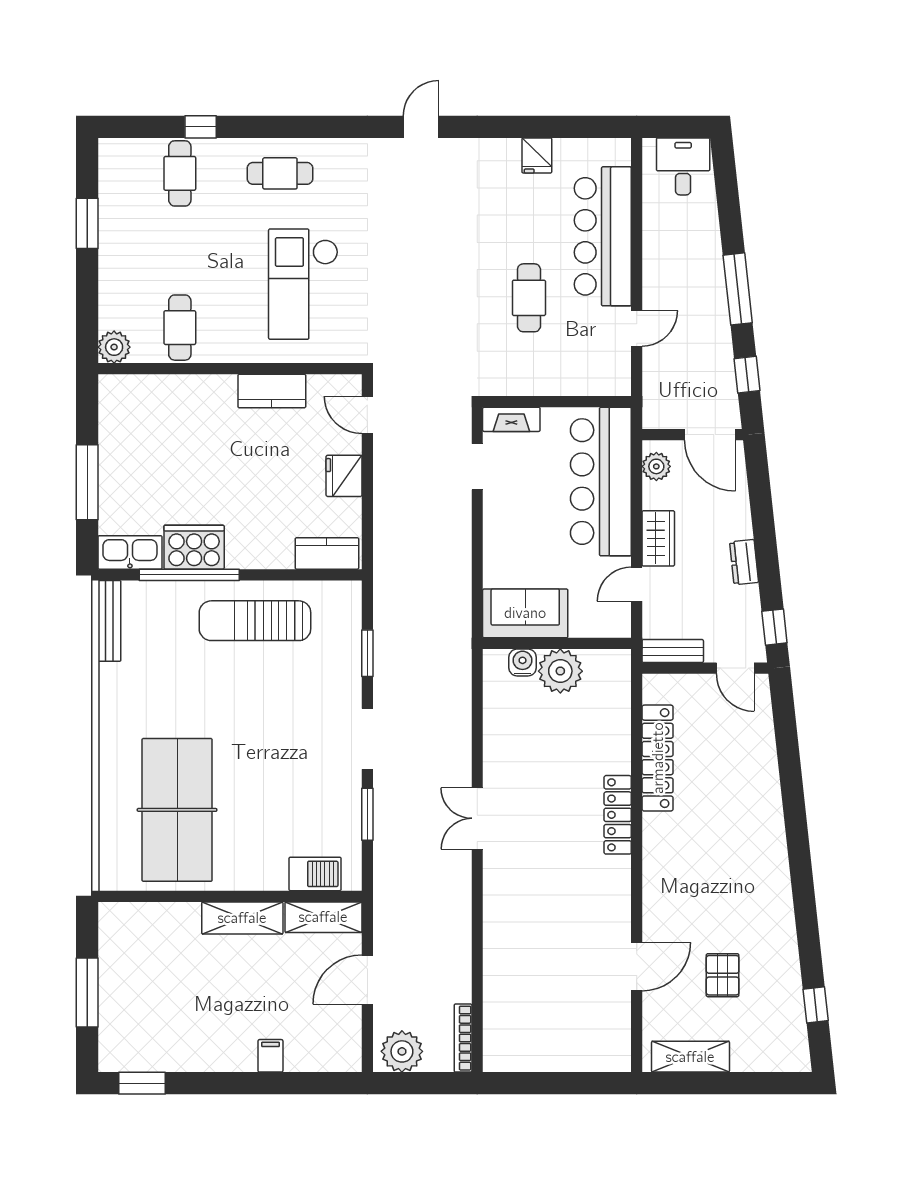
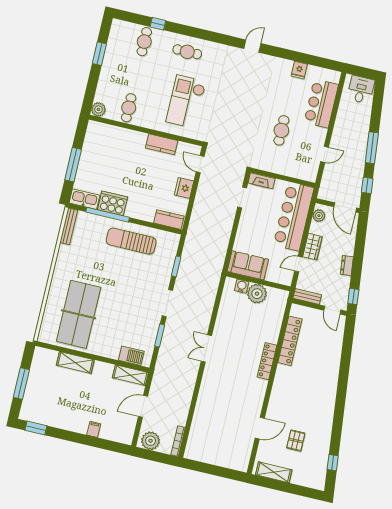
bar counter: (603, 236) -> (321, 104), width x0.73
shelving: (242, 918) -> (75, 362), moved

